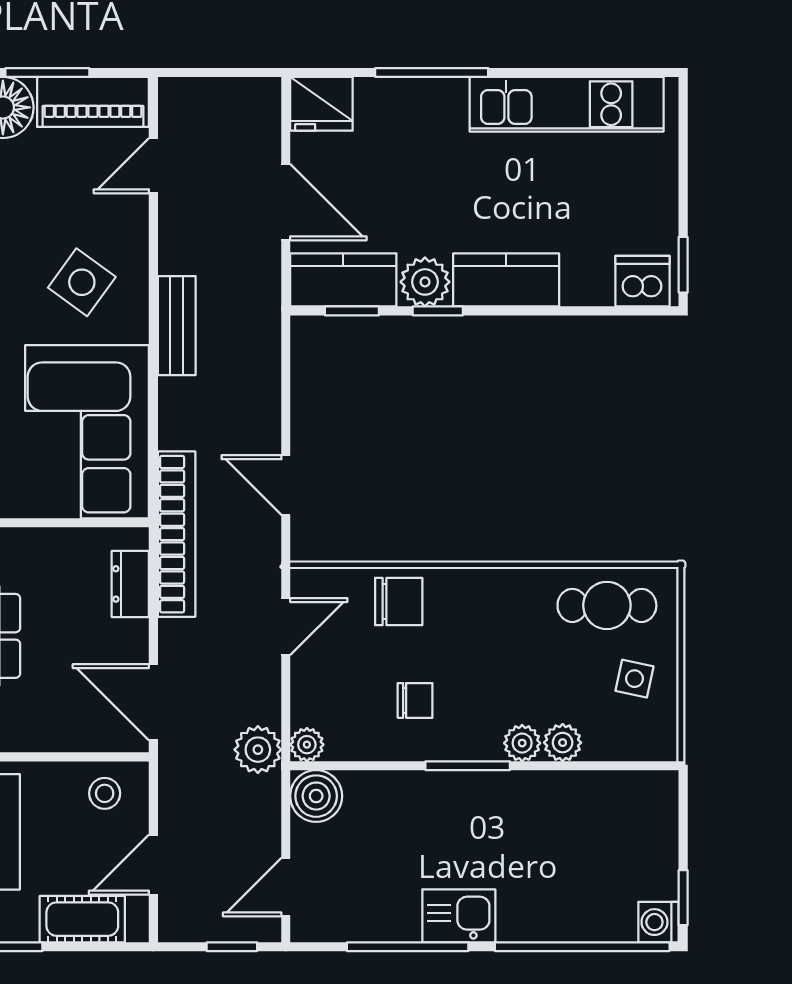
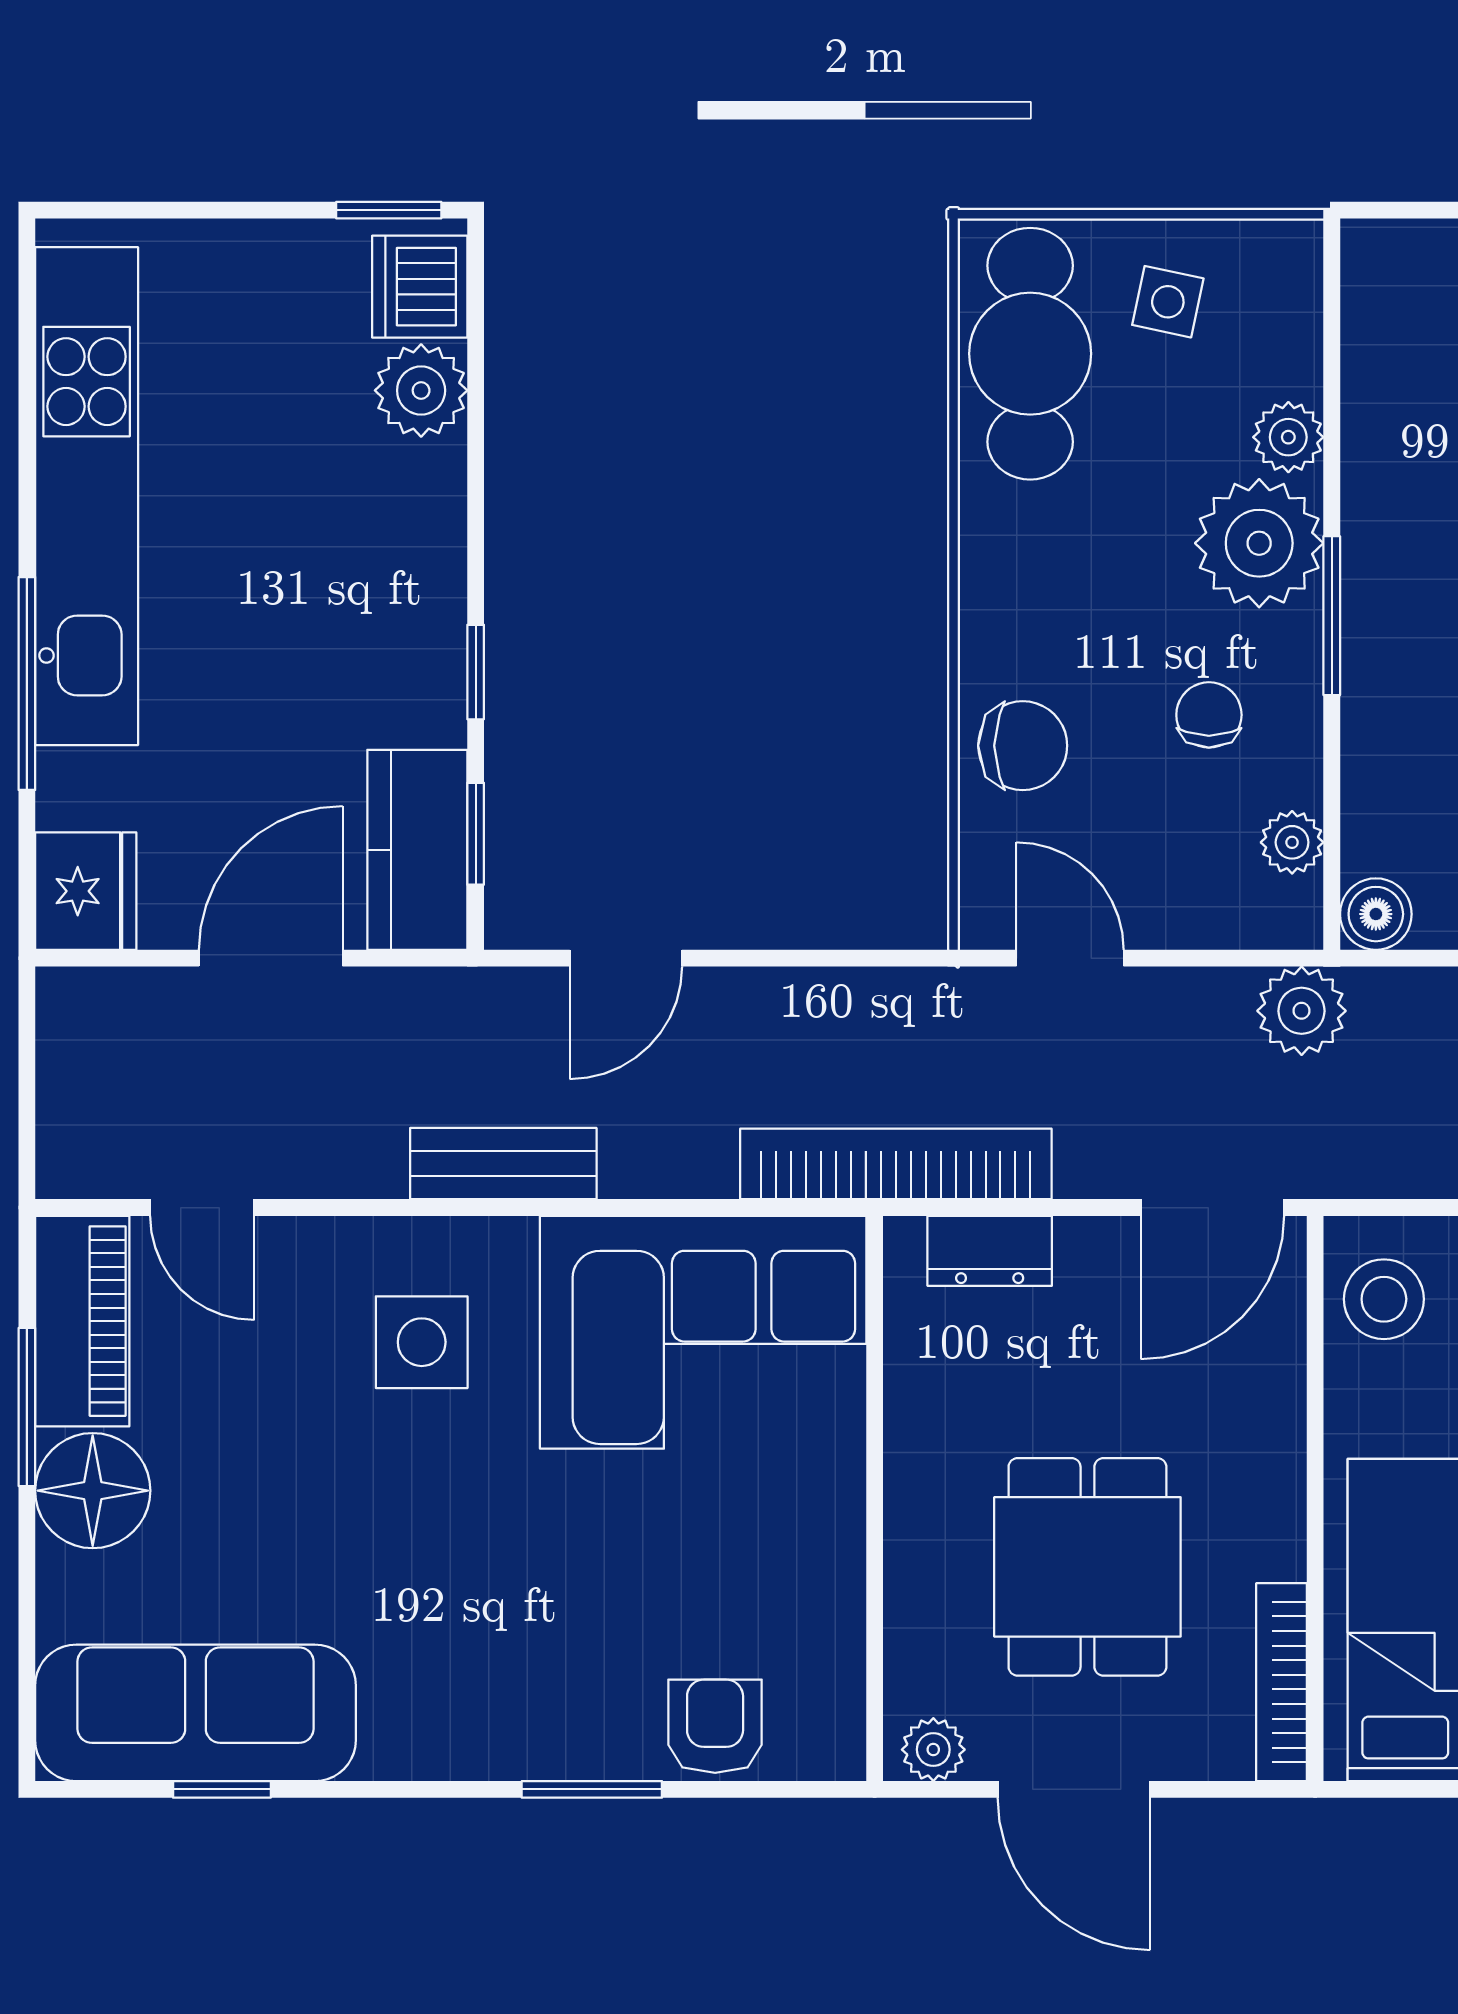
kitchen unit: (567, 104) -> (87, 496), width x1.36
kitchen counter: (506, 280) -> (417, 543), removed
side table: (82, 282) -> (422, 1342), turned -36
plant: (425, 282) -> (421, 390), moved
door: (286, 485) -> (626, 958), moved
chair: (399, 602) -> (1023, 746), turned 90
cafe table: (607, 605) -> (1030, 354), width x1.37, depth x1.35
plant: (522, 743) -> (1259, 543), width x1.88, depth x1.88
plant: (307, 745) -> (1292, 842), moved
stool: (105, 793) -> (1384, 1299), width x1.37, depth x1.37
boiler: (316, 796) -> (1376, 914), width x0.73, depth x0.73

